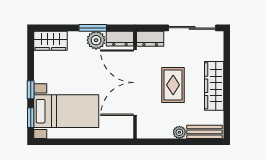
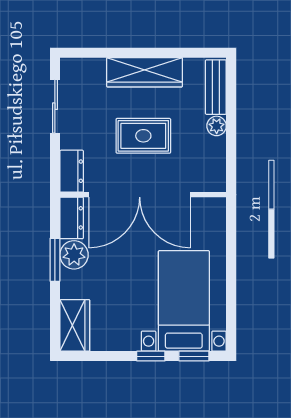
sliding door: (192, 28) -> (55, 106), width x0.73

